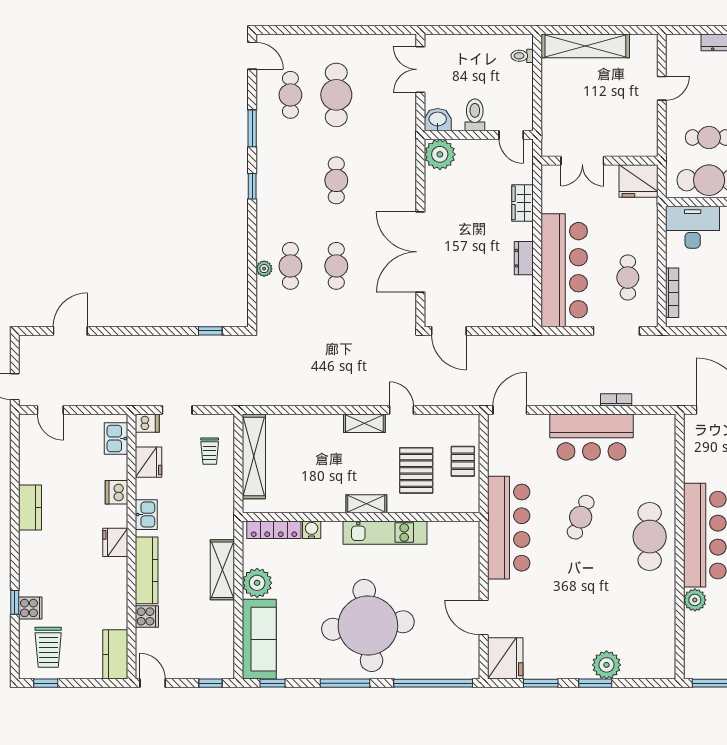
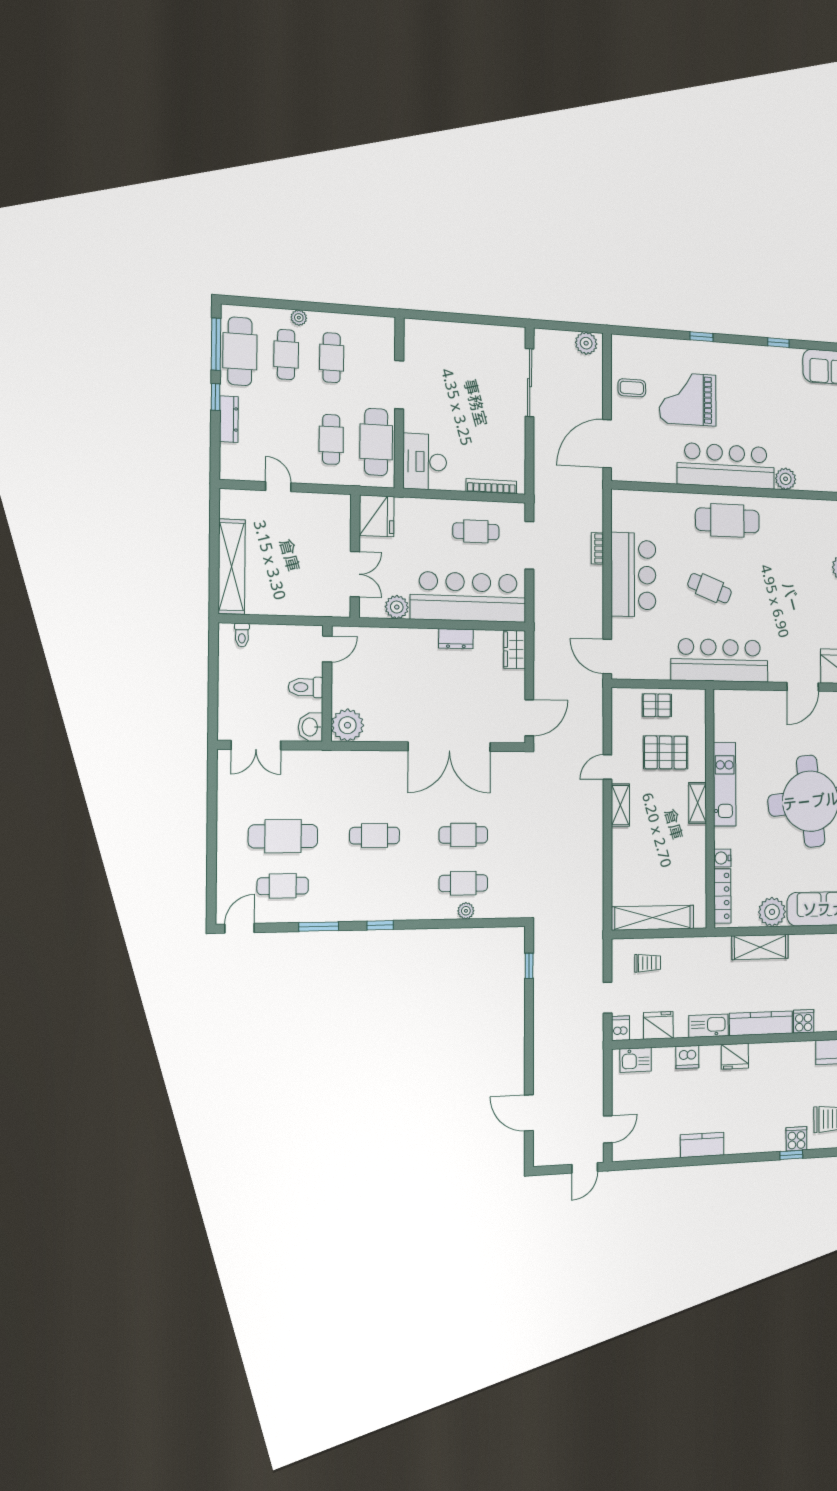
plant: (552, 201) -> (397, 607), added
wardrobe: (522, 203) -> (515, 649), moved, turned 90
kitchen sink: (146, 515) -> (709, 1026), width x1.38

